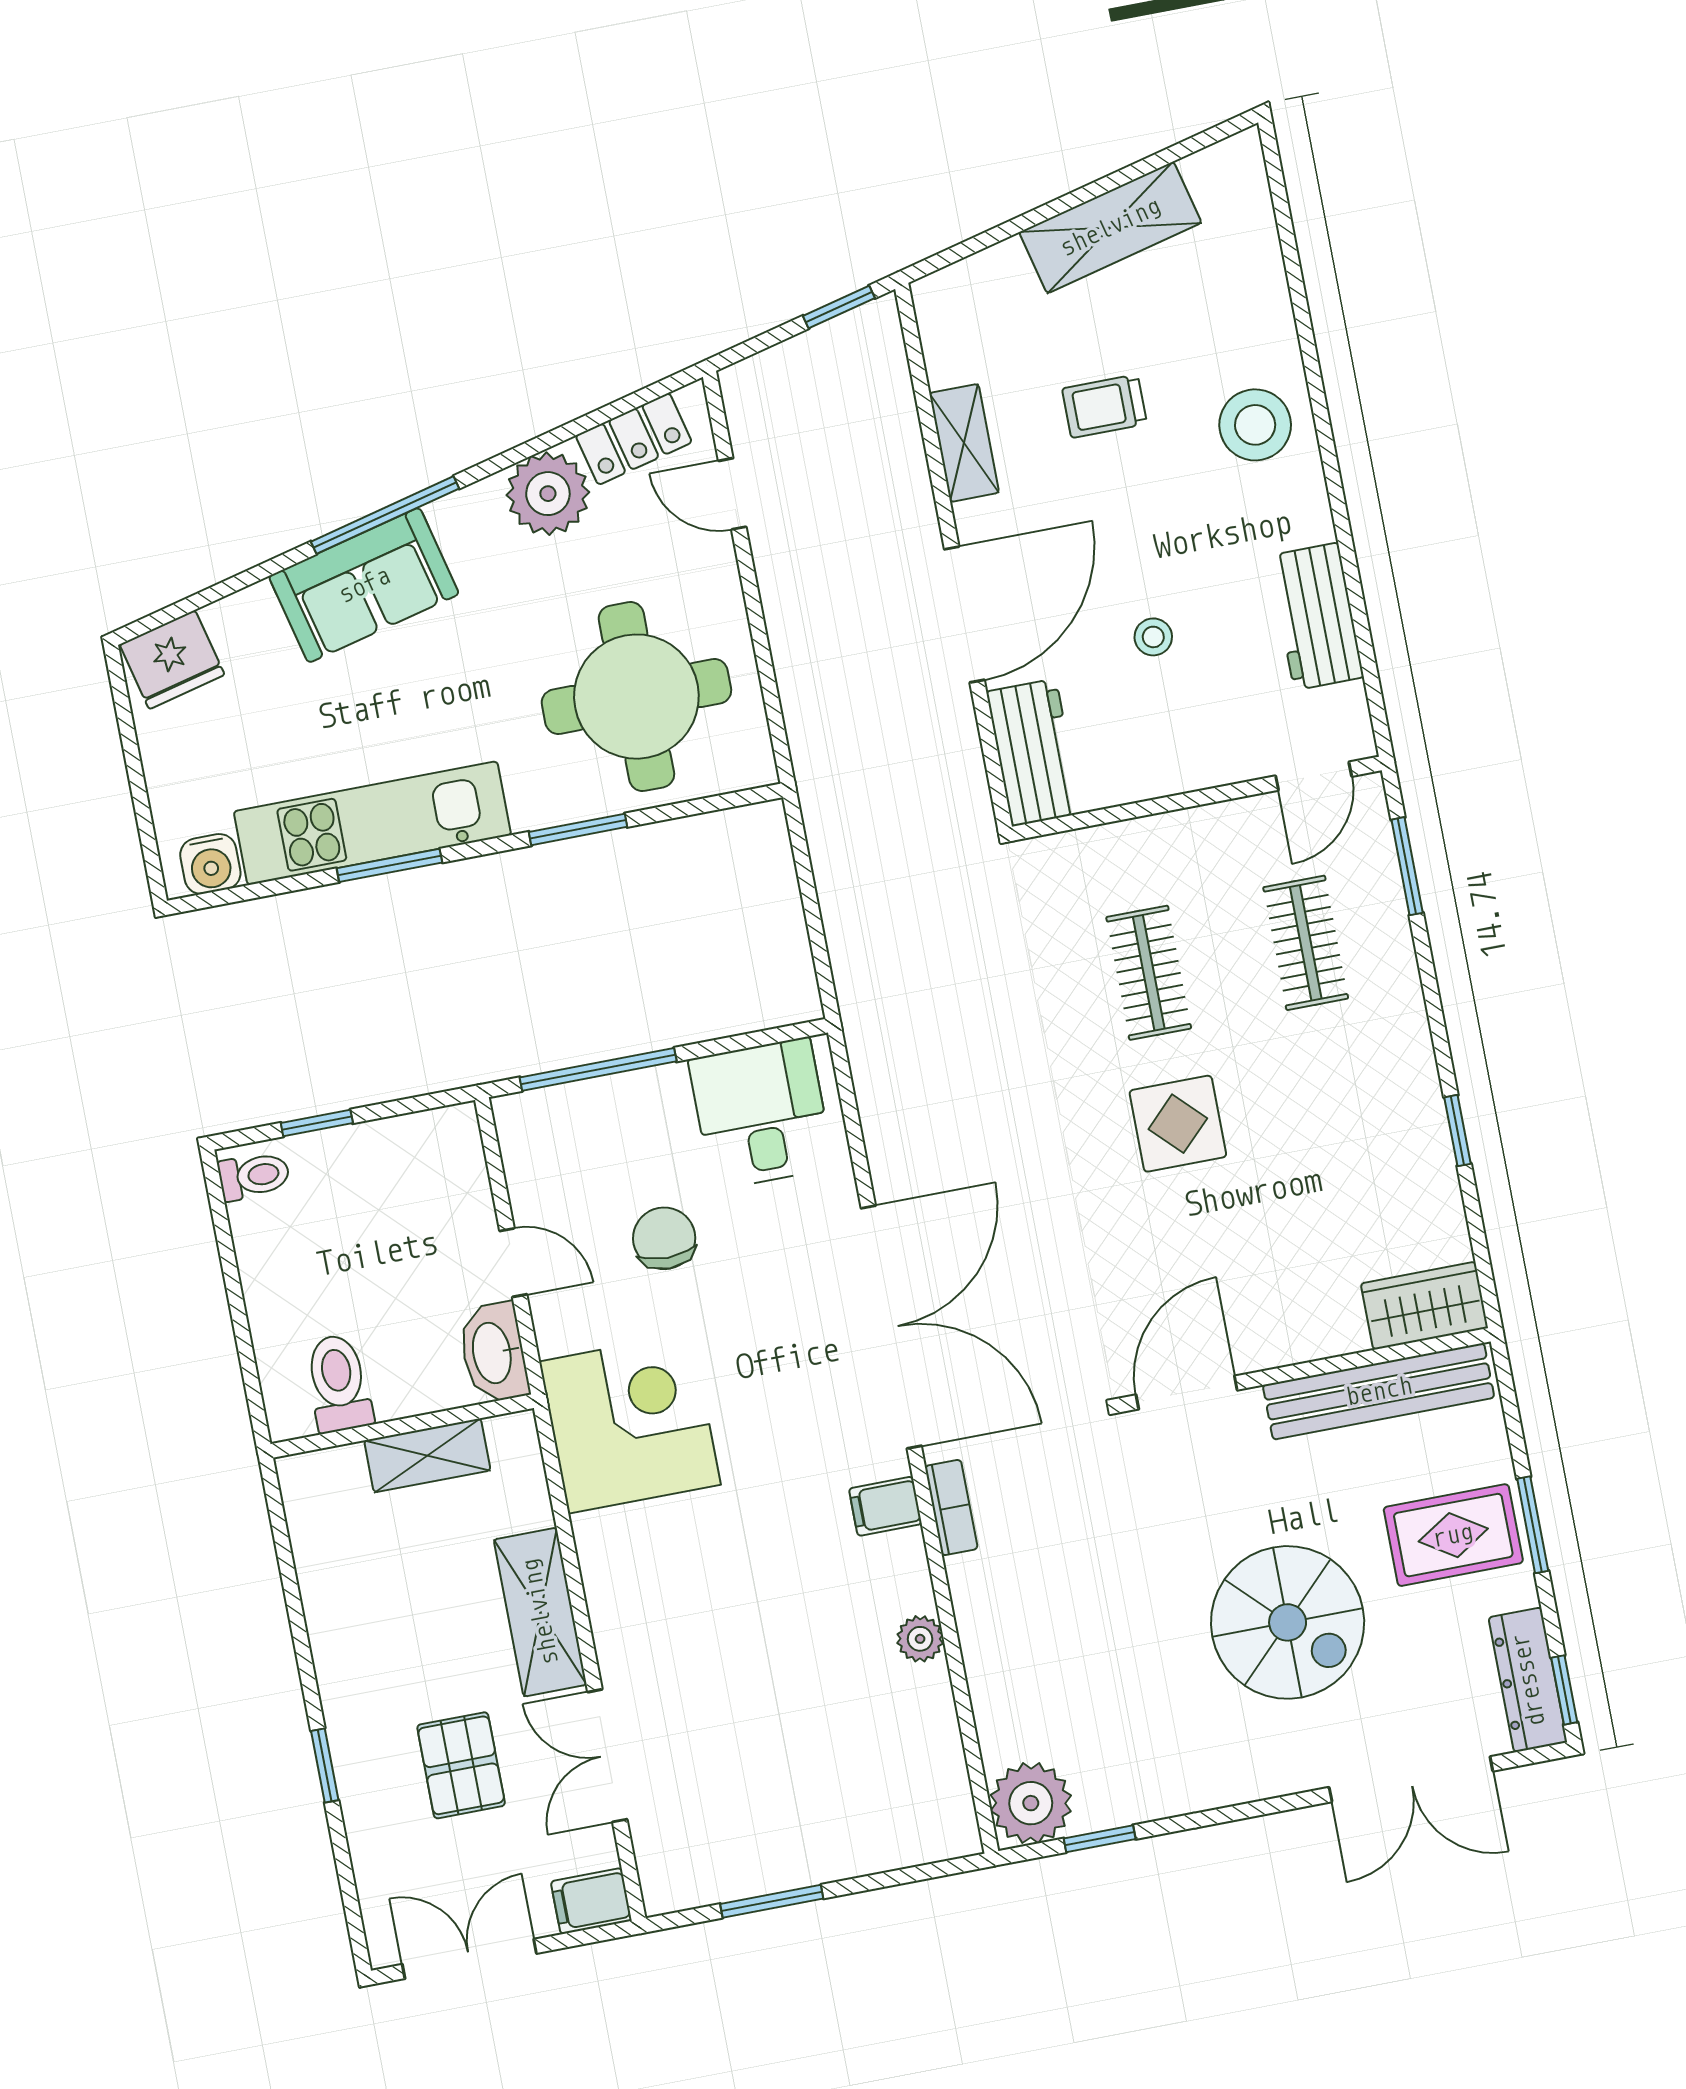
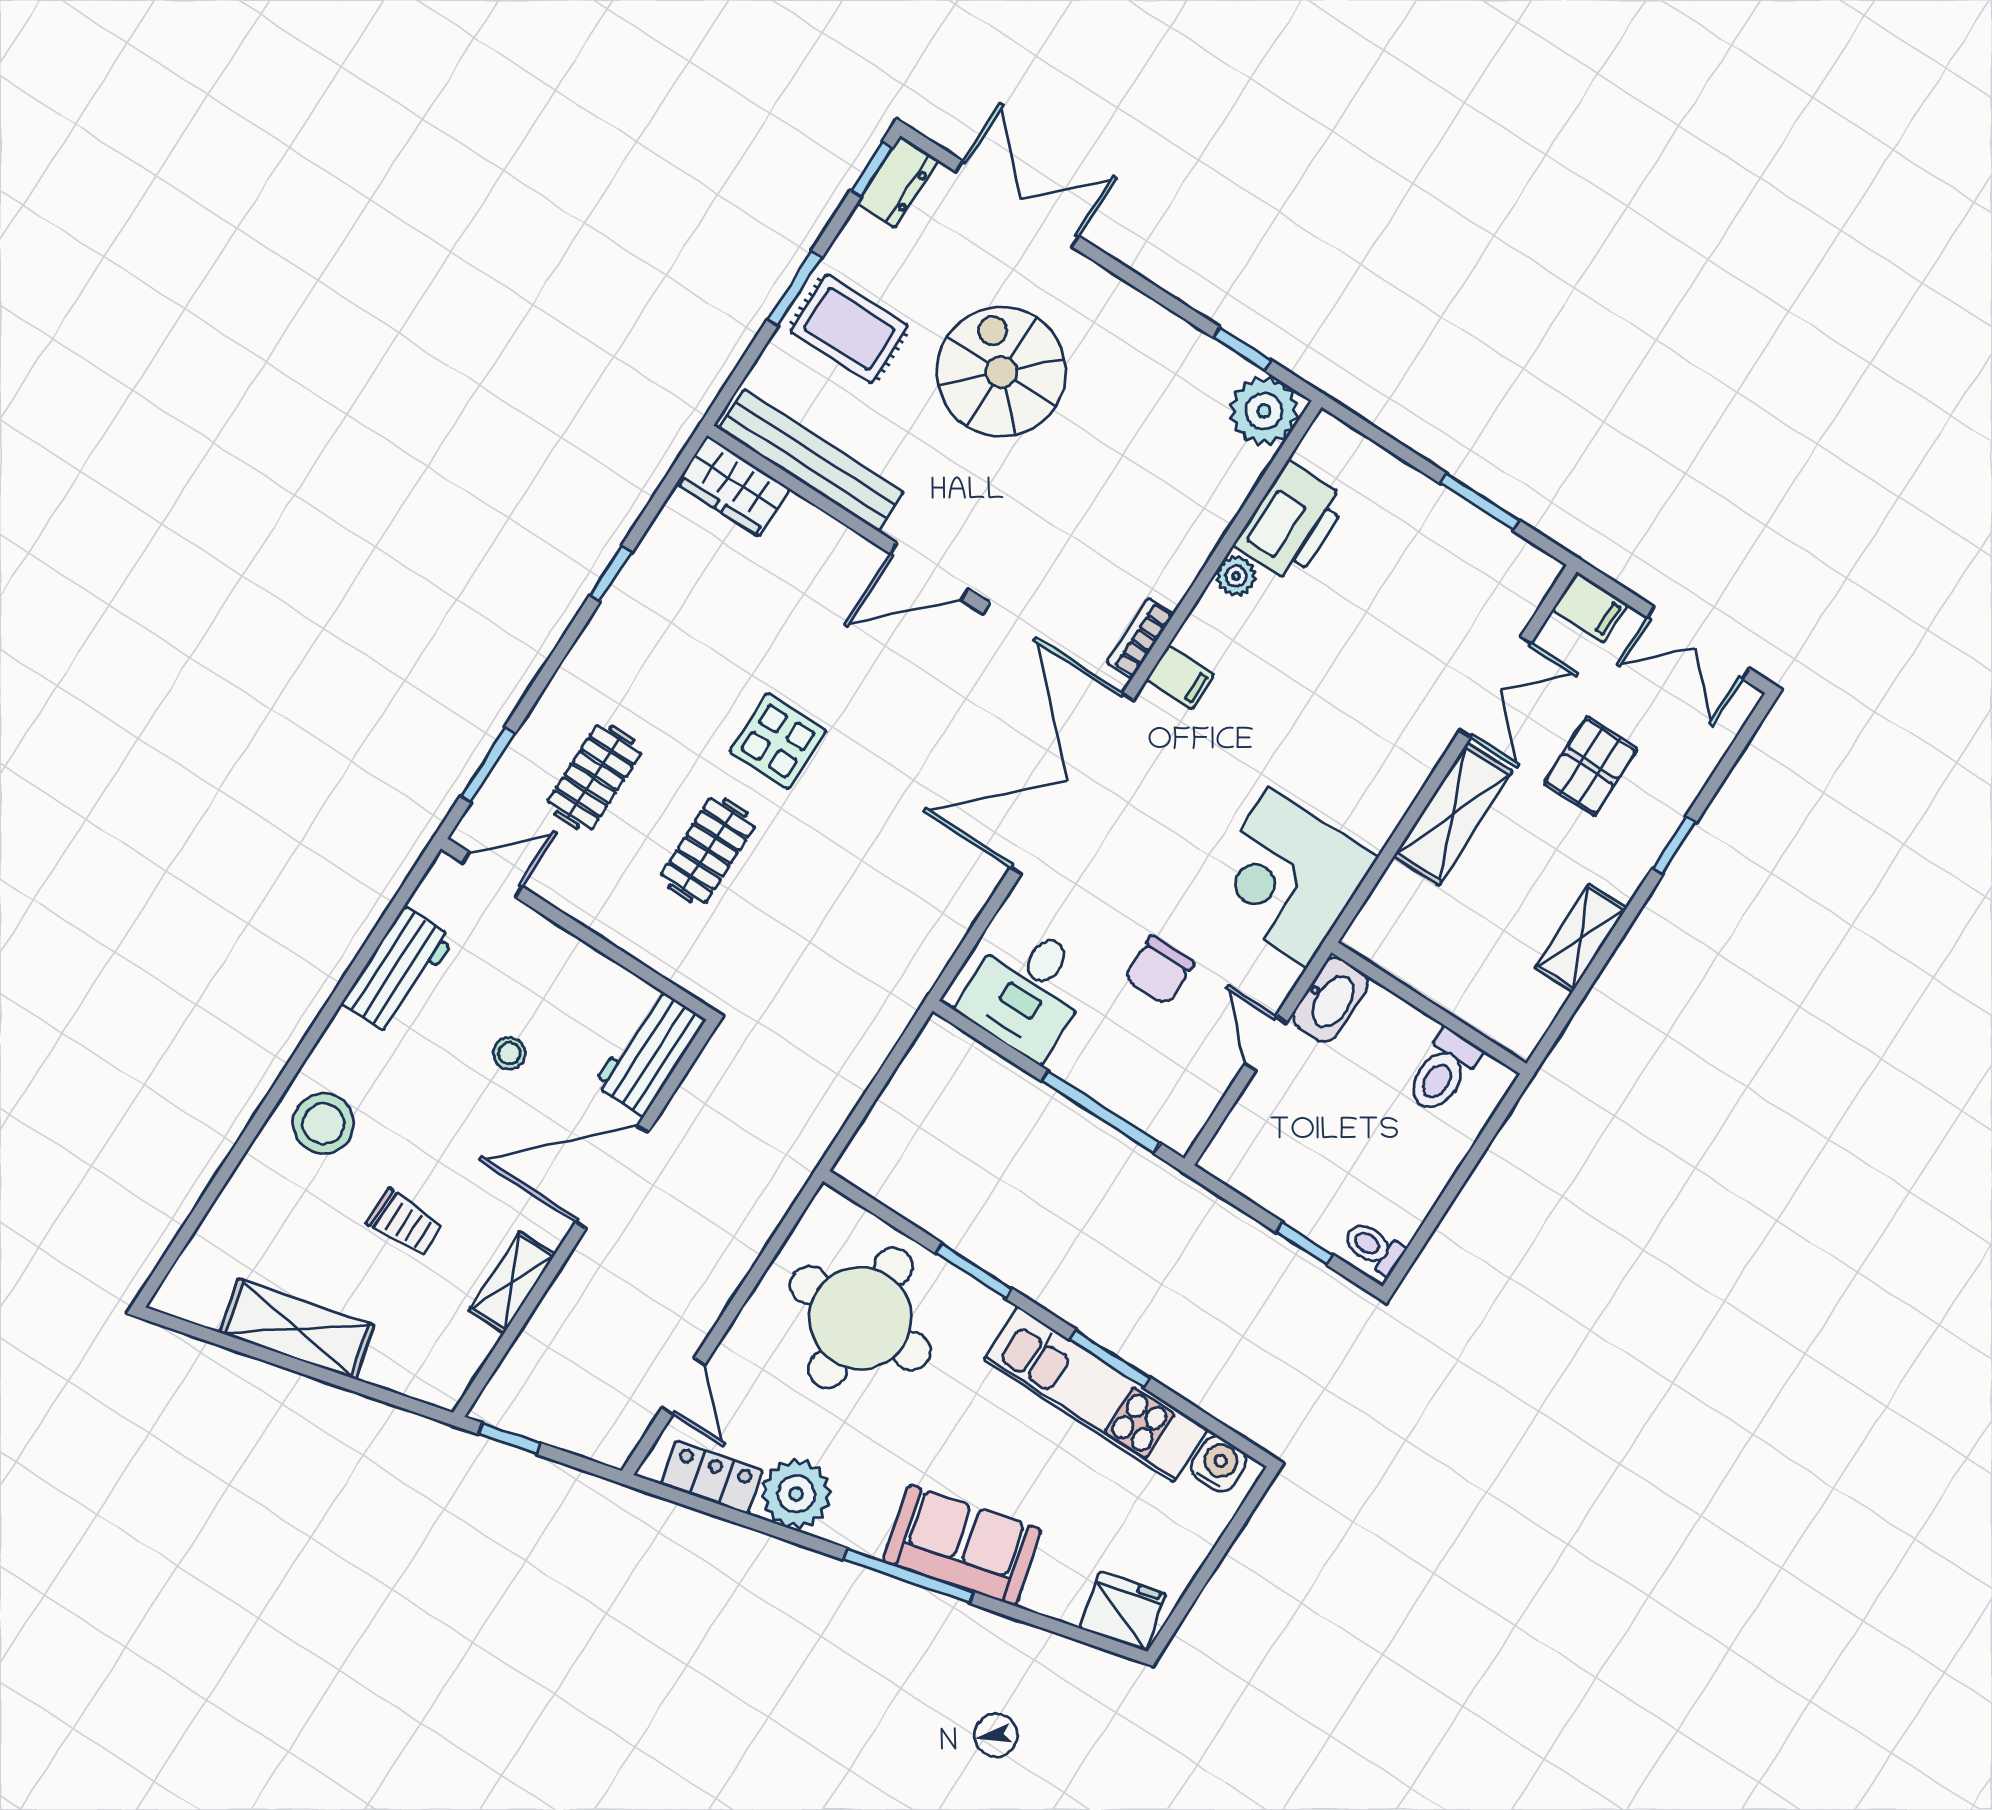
shelving: (427, 1455) -> (1581, 938), moved, turned 90
dresser: (1528, 1680) -> (897, 182), width x0.70
printer: (917, 1730) -> (1291, 522), added

